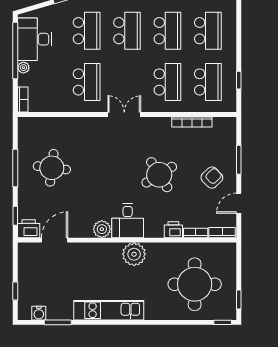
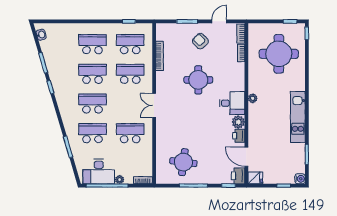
round table: (52, 168) -> (183, 162), moved
round table: (159, 175) -> (198, 80), turned 32
door: (239, 203) -> (219, 21), swing flipped
printer: (173, 230) -> (239, 136), moved
fridge: (26, 252) -> (255, 178), added
plant: (134, 254) -> (253, 98), width x0.53, depth x0.53
water cooler: (39, 313) -> (300, 179), moved

